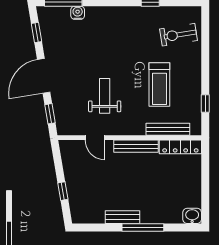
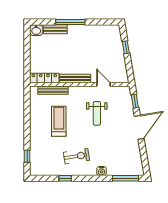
water cooler: (78, 13) -> (101, 171), moved
window: (36, 33) -> (144, 157), removed
exercise bike: (178, 35) -> (77, 156), moved
window: (205, 103) -> (27, 156), moved
bench: (123, 217) -> (55, 29), moved

